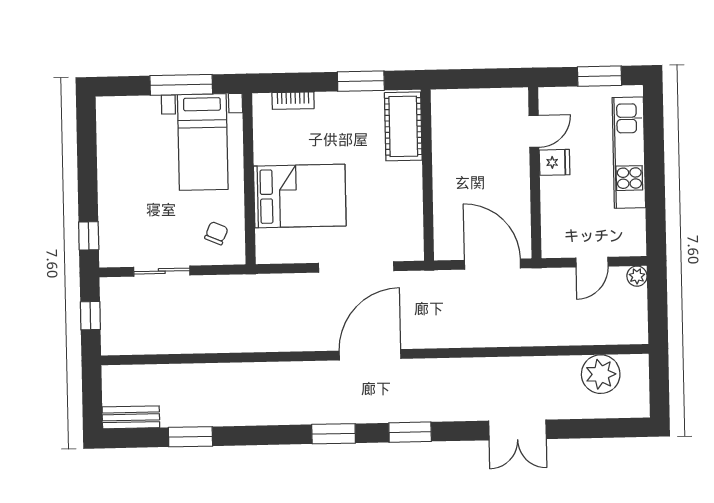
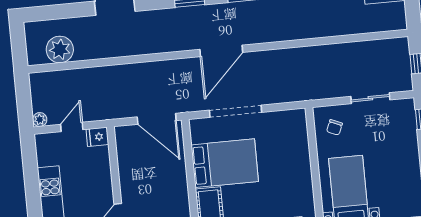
fridge: (555, 162) -> (97, 137), moved
bed: (300, 196) -> (225, 163), moved, turned 180
door: (492, 264) -> (157, 119), moved

